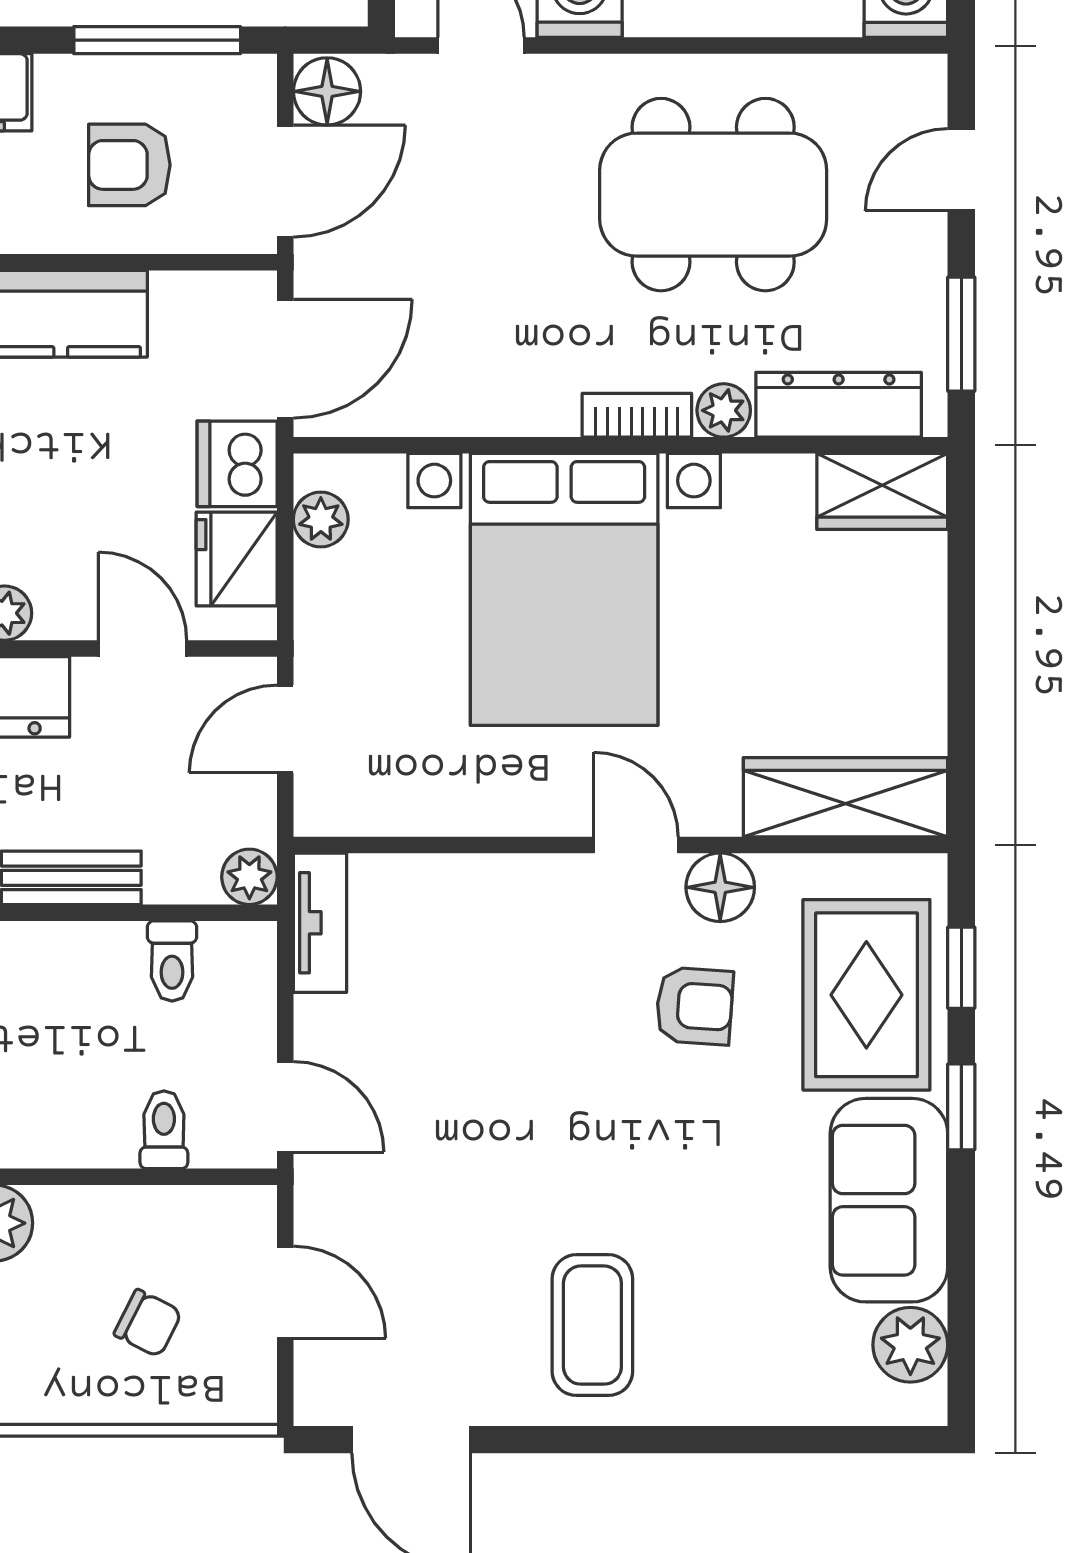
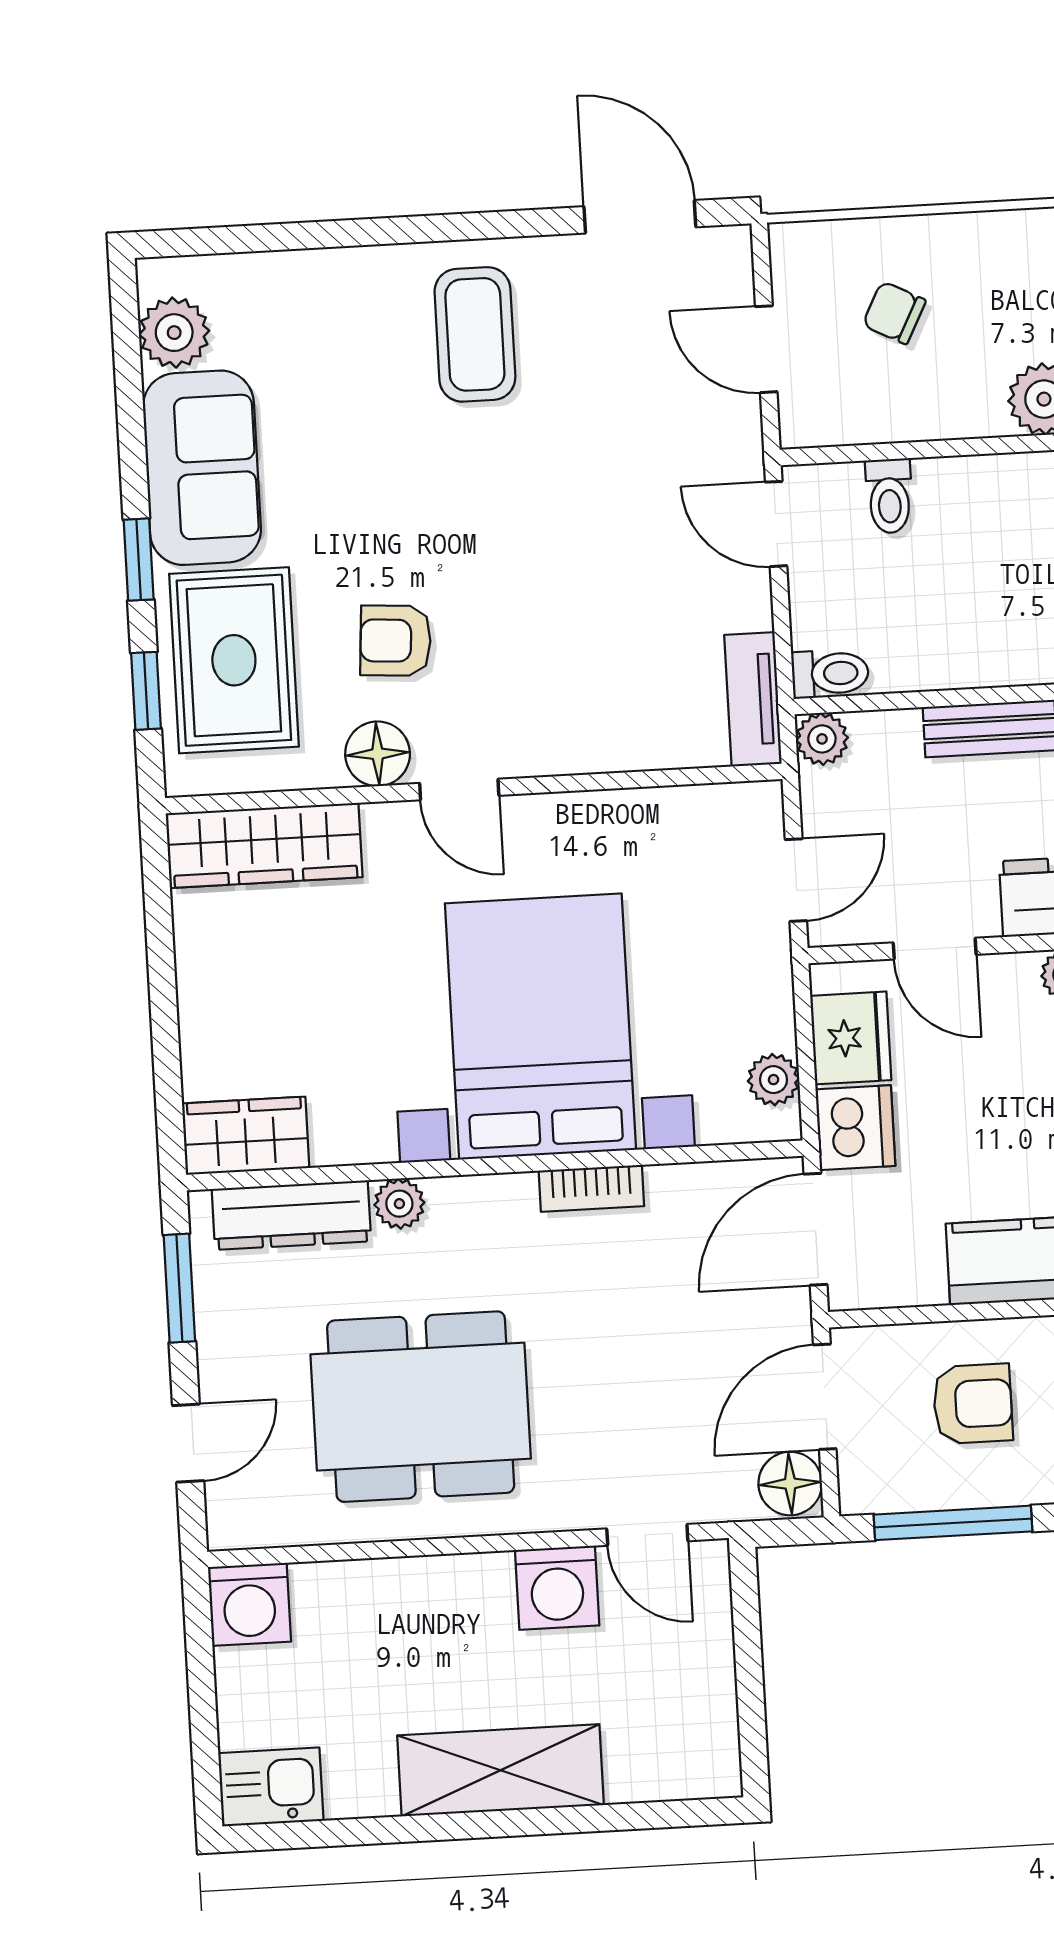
bookcase: (637, 415) -> (591, 1188), moved
toilet: (172, 961) -> (830, 674), moved, turned 90

